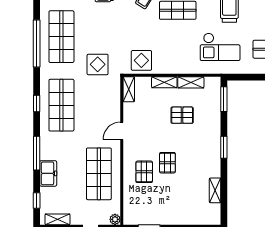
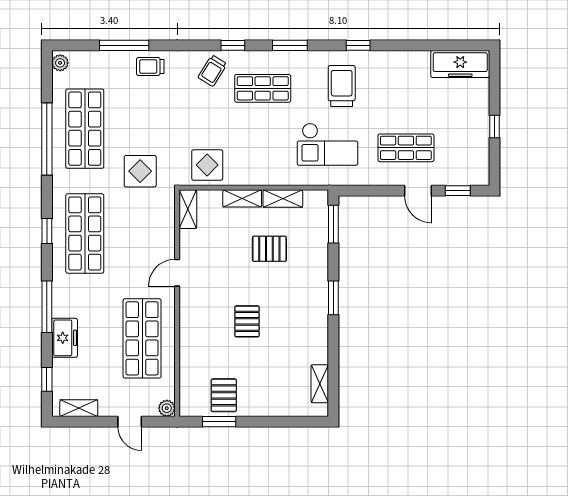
pallet: (144, 172) -> (224, 395), moved
shelving: (215, 190) -> (320, 384), moved

